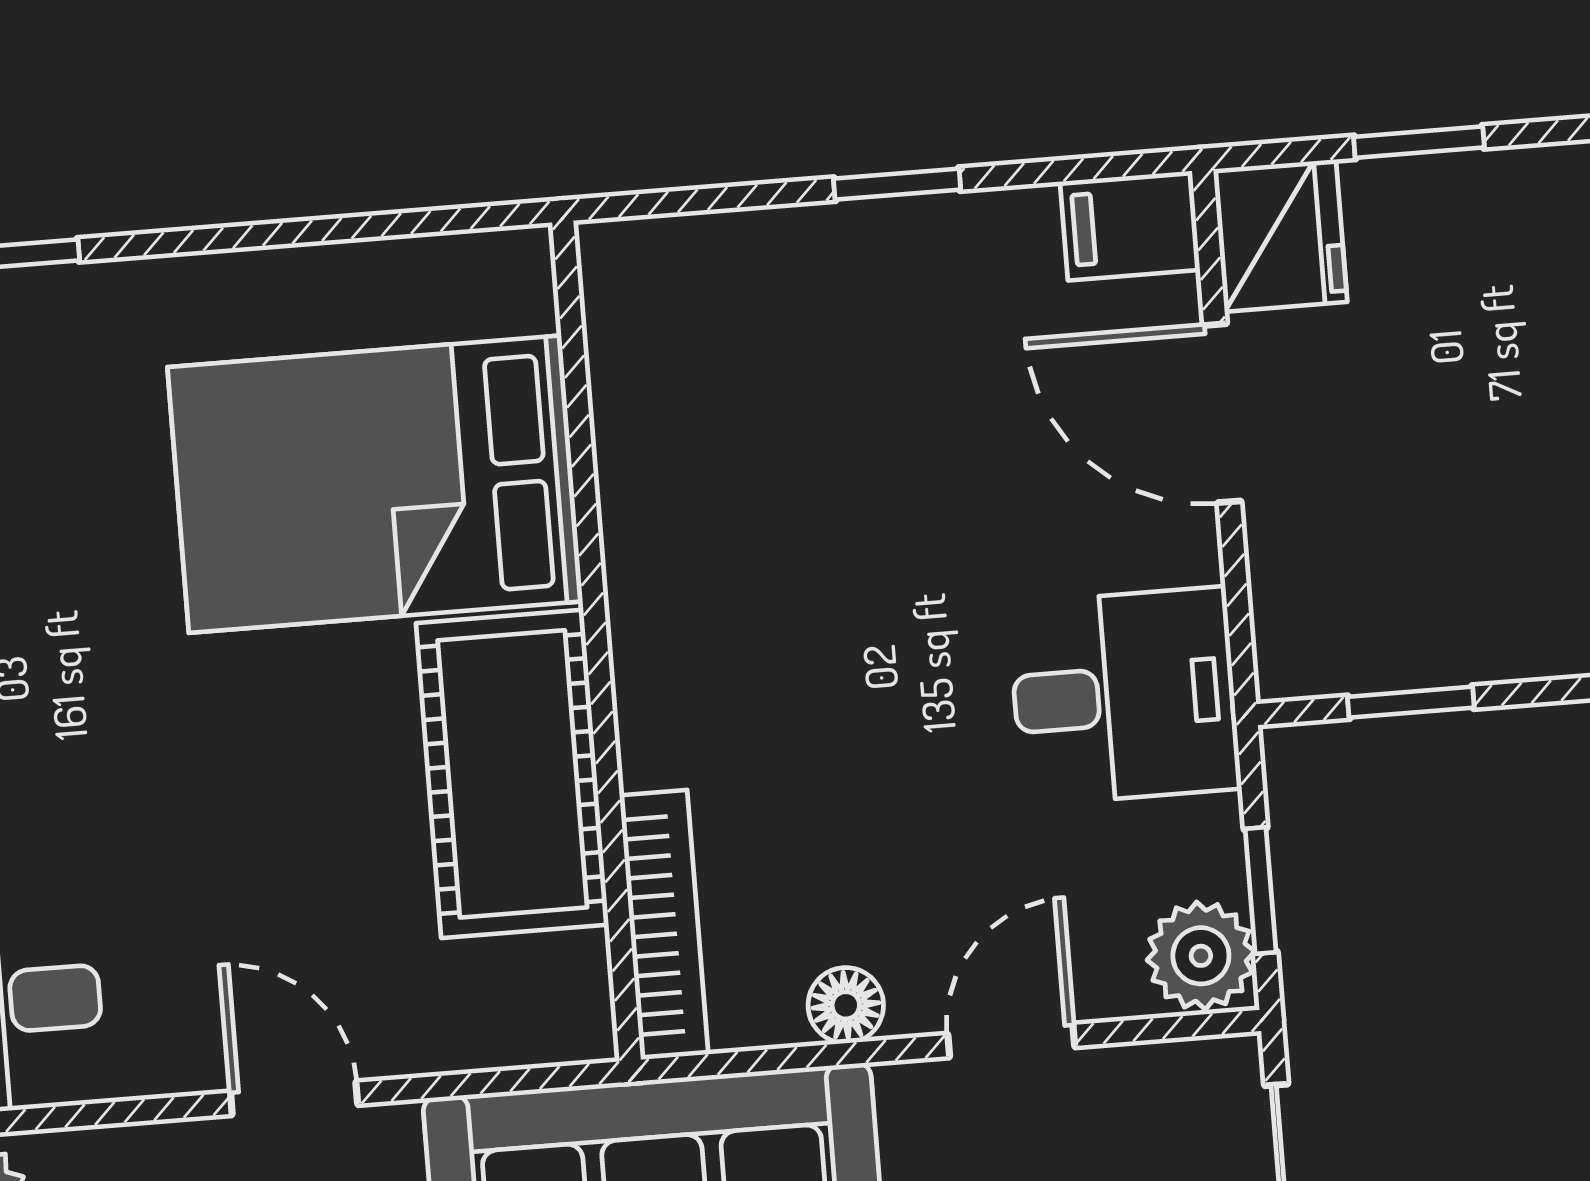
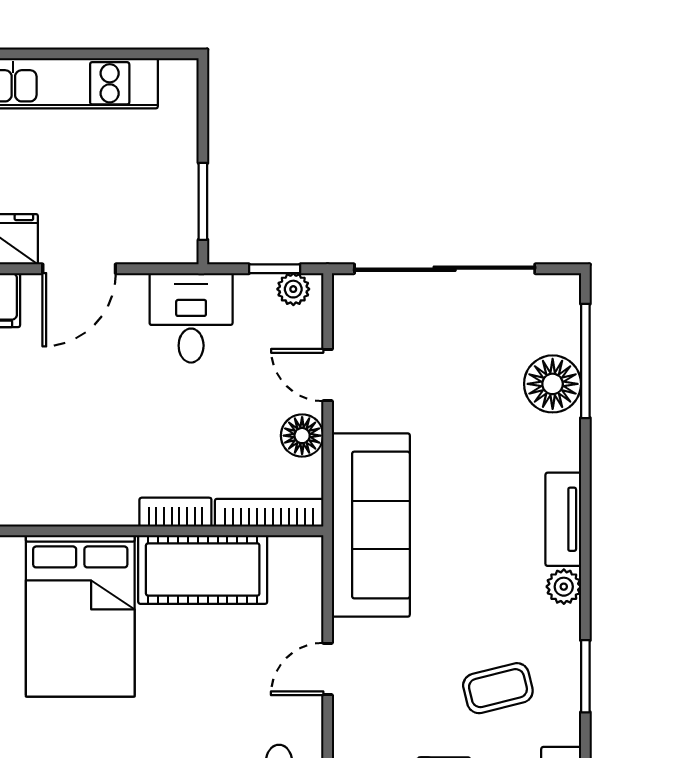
bookcase: (647, 696) -> (175, 512), added
window: (1411, 702) -> (203, 201), width x1.50
plant: (1201, 956) -> (293, 289), width x0.73, depth x0.73
floor lamp: (846, 1005) -> (302, 436), width x1.37, depth x1.37

